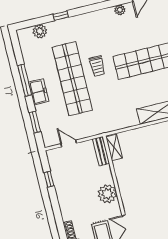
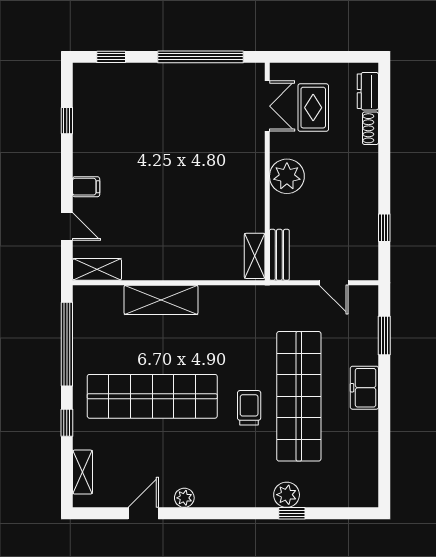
plant: (40, 31) -> (287, 495), moved
window: (25, 80) -> (384, 414), removed

